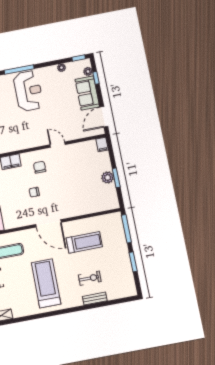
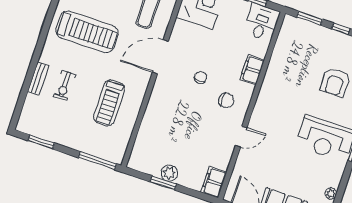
filing cabinet: (102, 144) -> (214, 182), width x2.00
door: (48, 223) -> (160, 57), moved
window: (133, 262) -> (41, 142), moved

